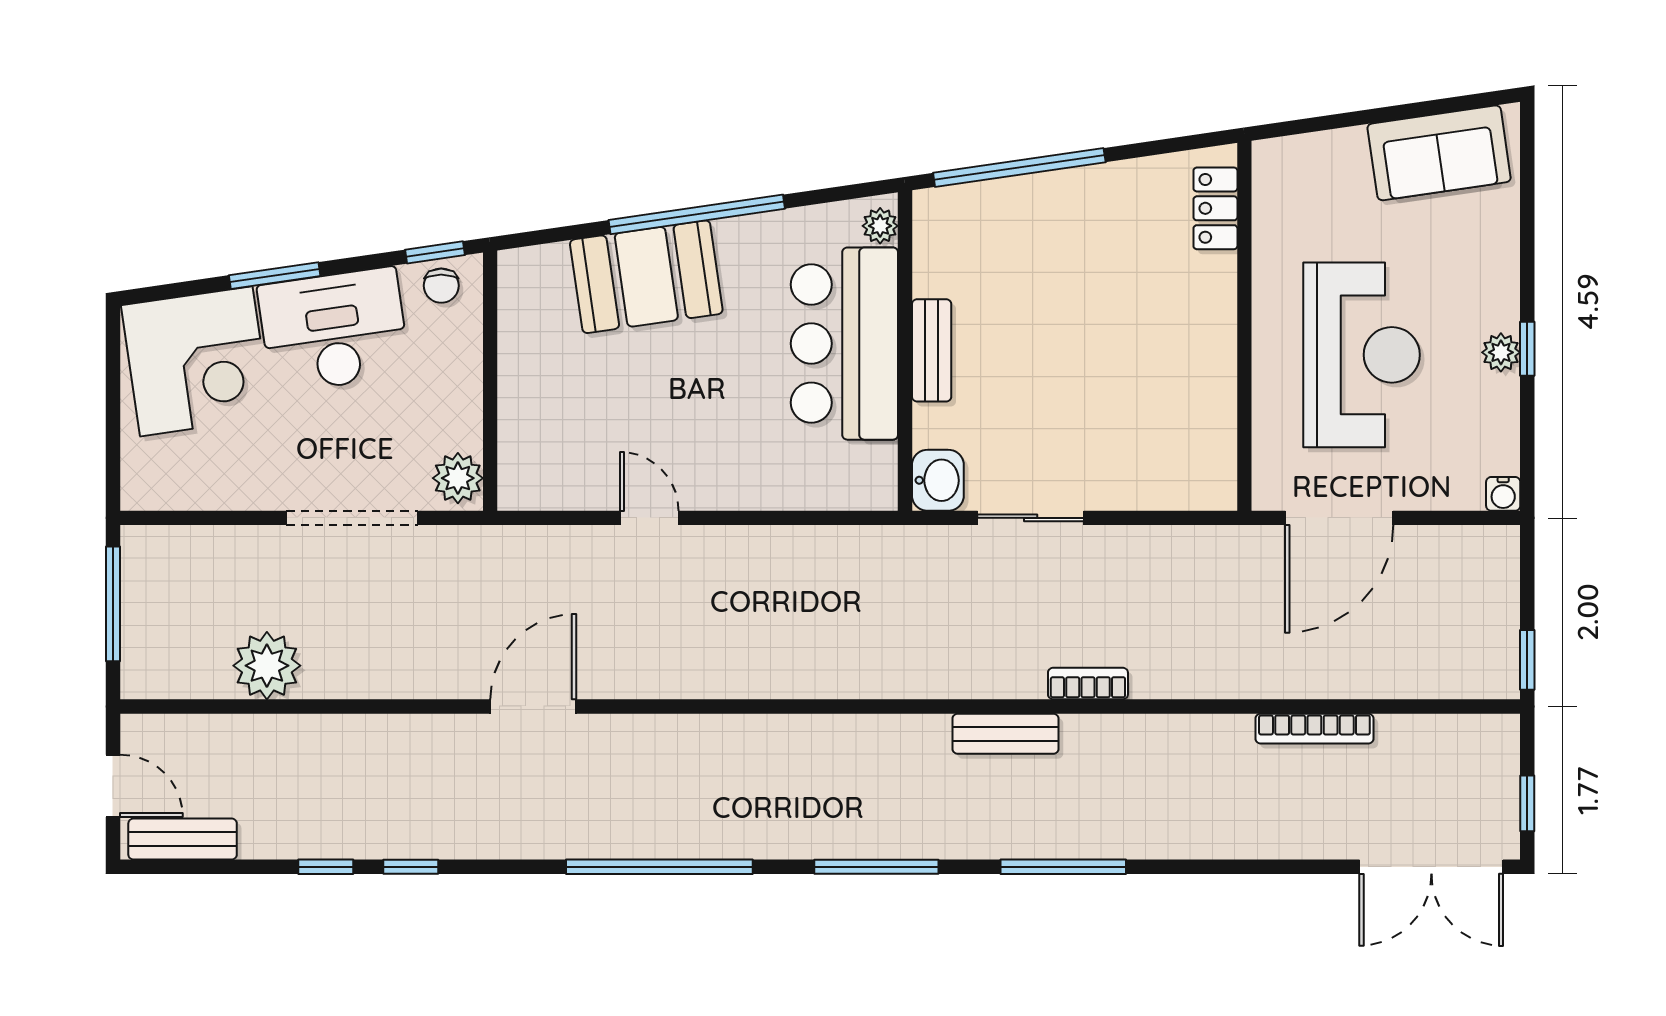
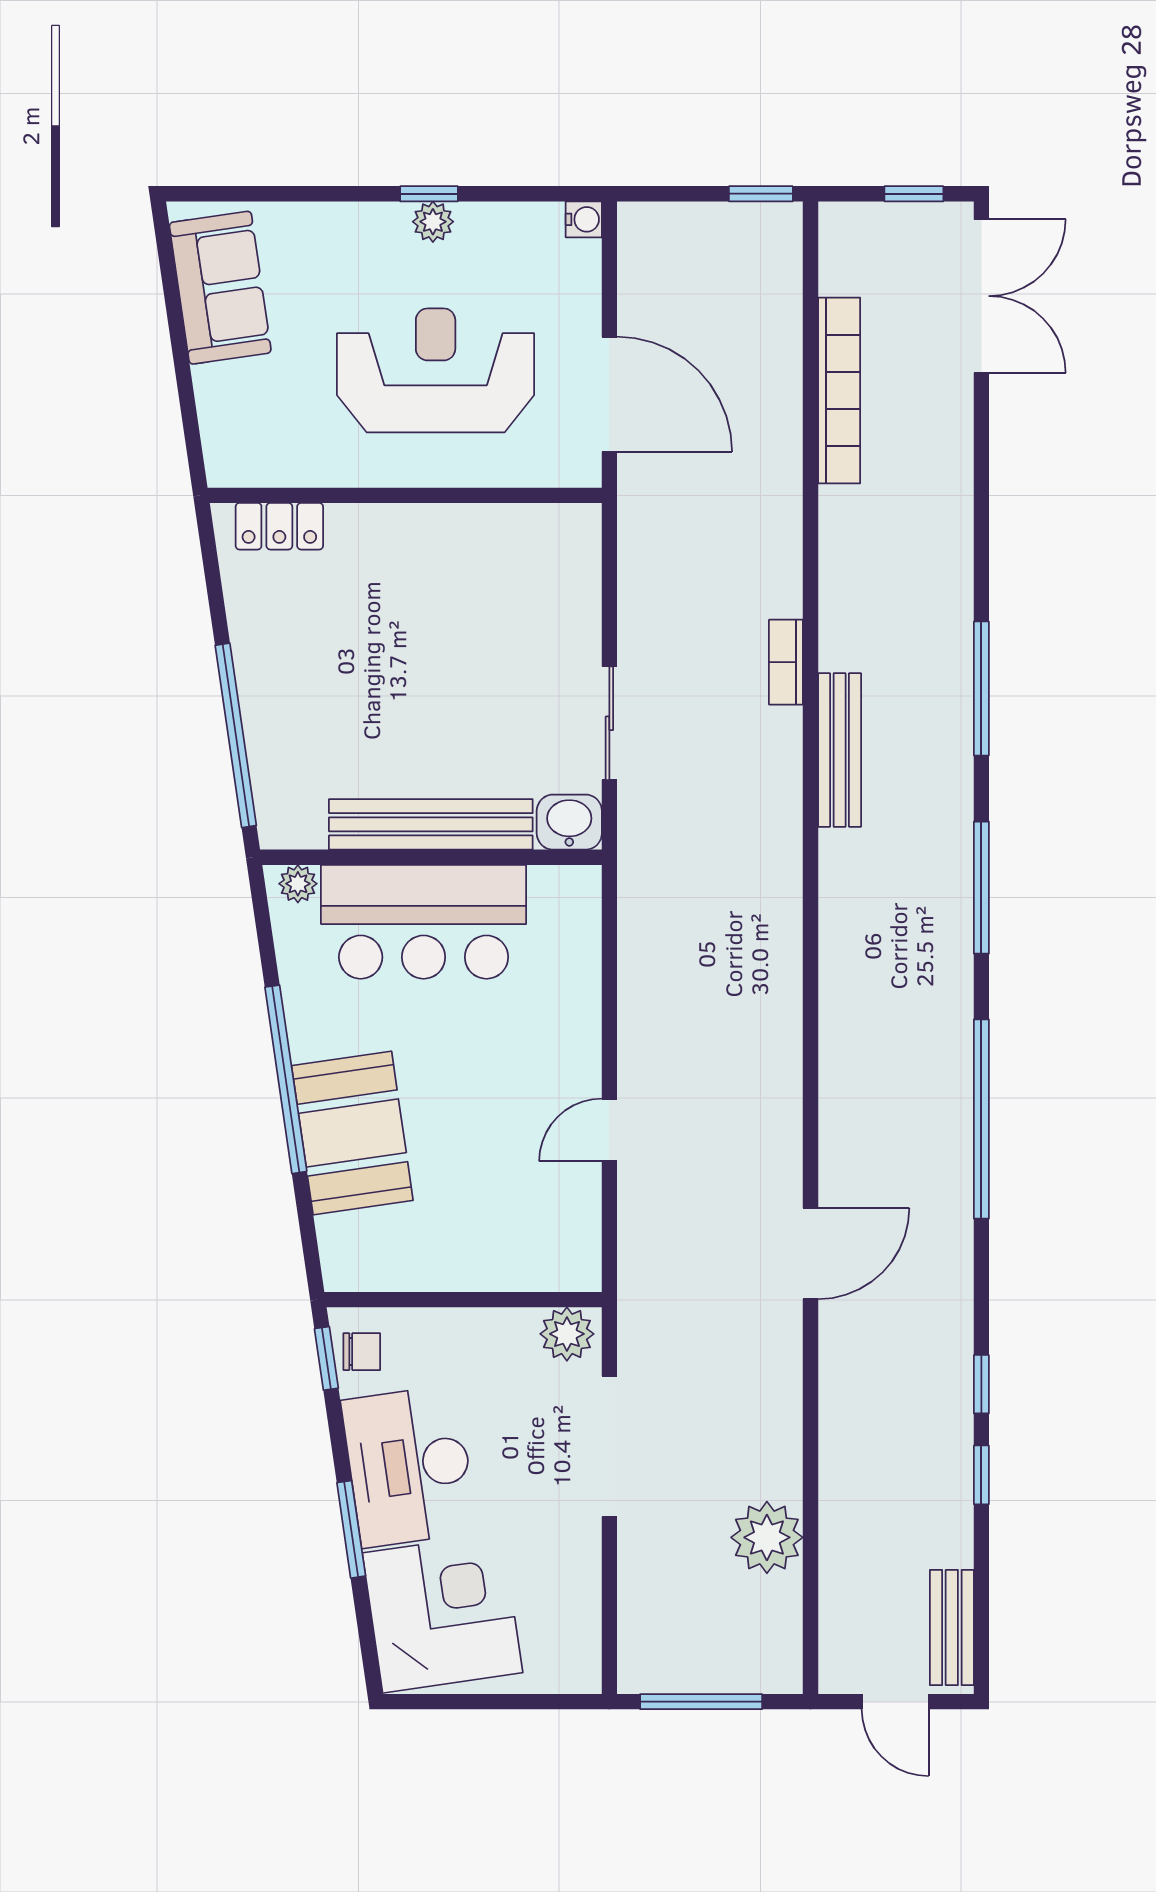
bench: (932, 350) -> (431, 824), width x1.86, depth x1.21
door: (533, 706) -> (810, 1254), swing flipped
bookcase: (1314, 729) -> (839, 390), width x1.48, depth x1.31
bench: (1006, 734) -> (840, 750), width x1.36
door: (113, 786) -> (895, 1702), swing flipped

